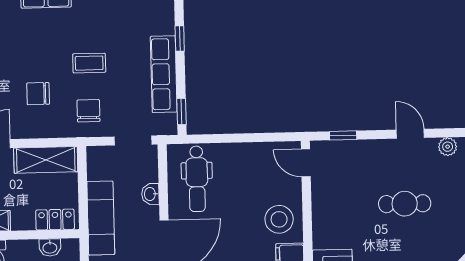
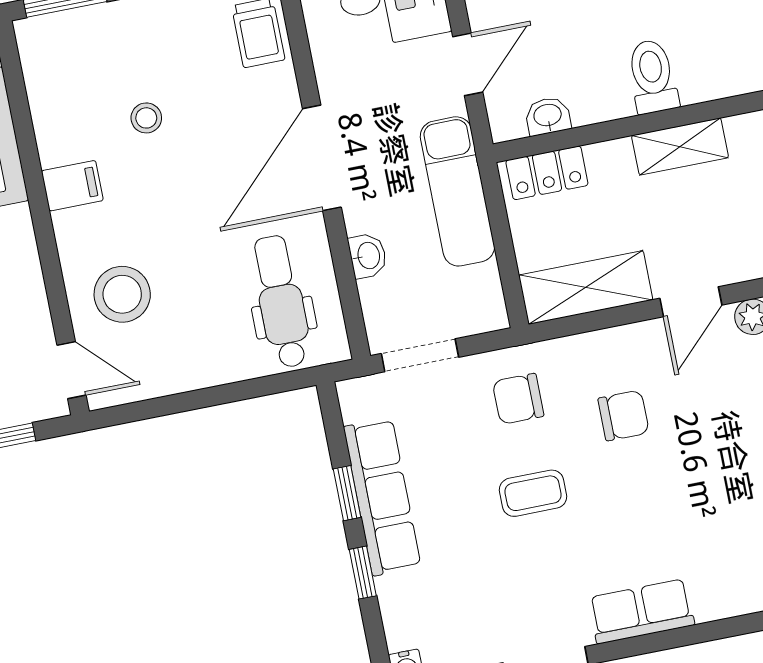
chair: (88, 111) -> (518, 399), turned 90
window: (181, 111) -> (347, 493), moved
stool: (279, 219) -> (122, 294), moved

